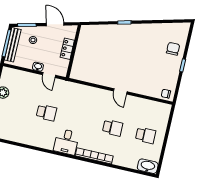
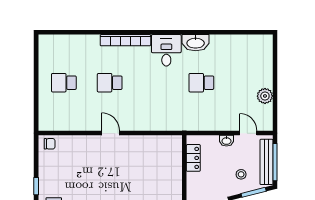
locker: (67, 49) -> (193, 158), moved
door: (49, 75) -> (248, 133), moved
washbasin: (148, 166) -> (196, 43), moved

